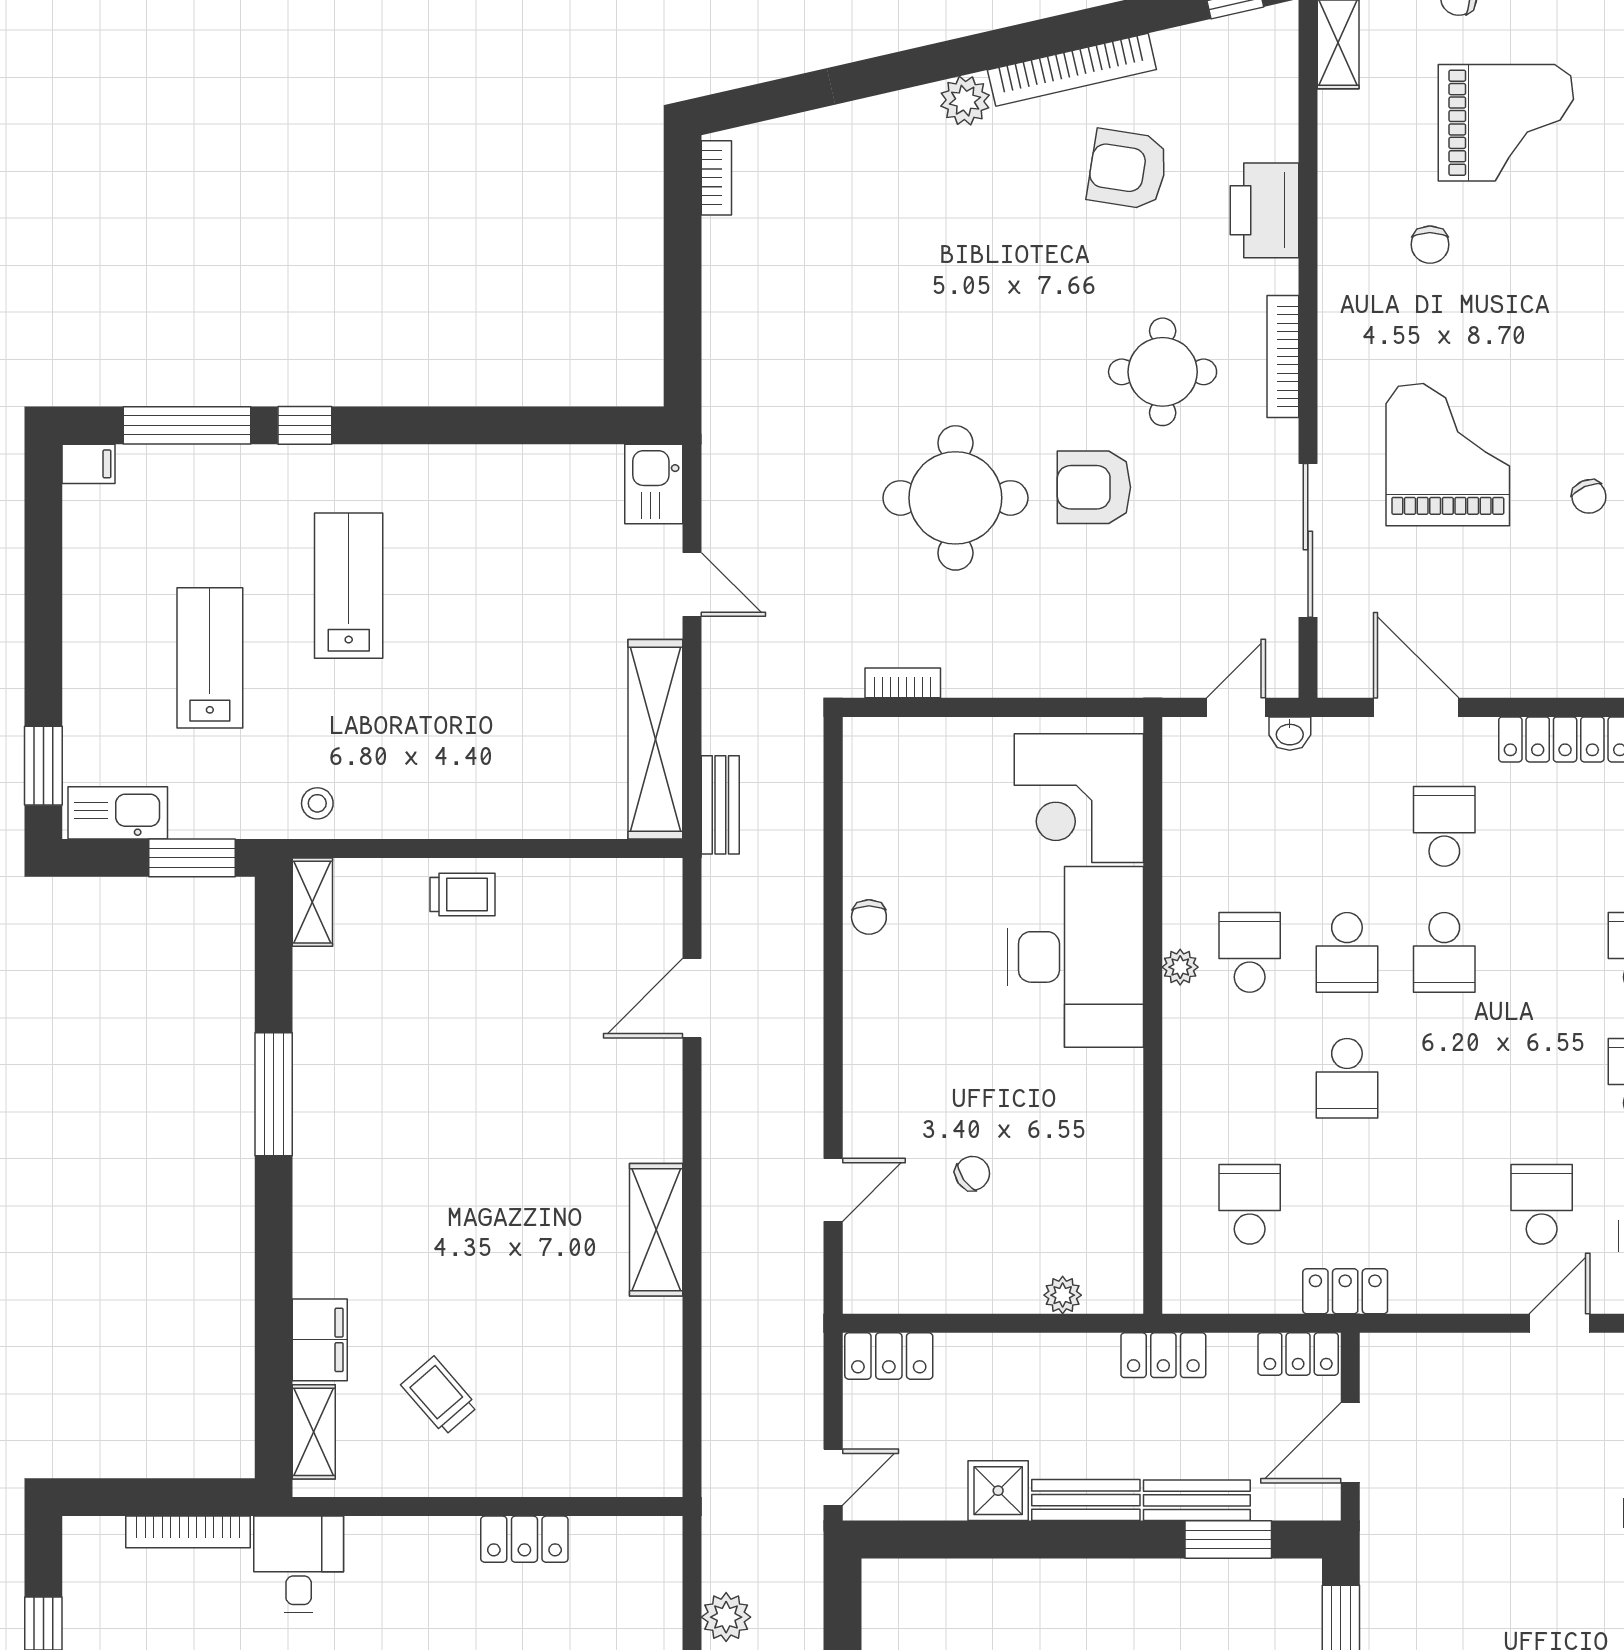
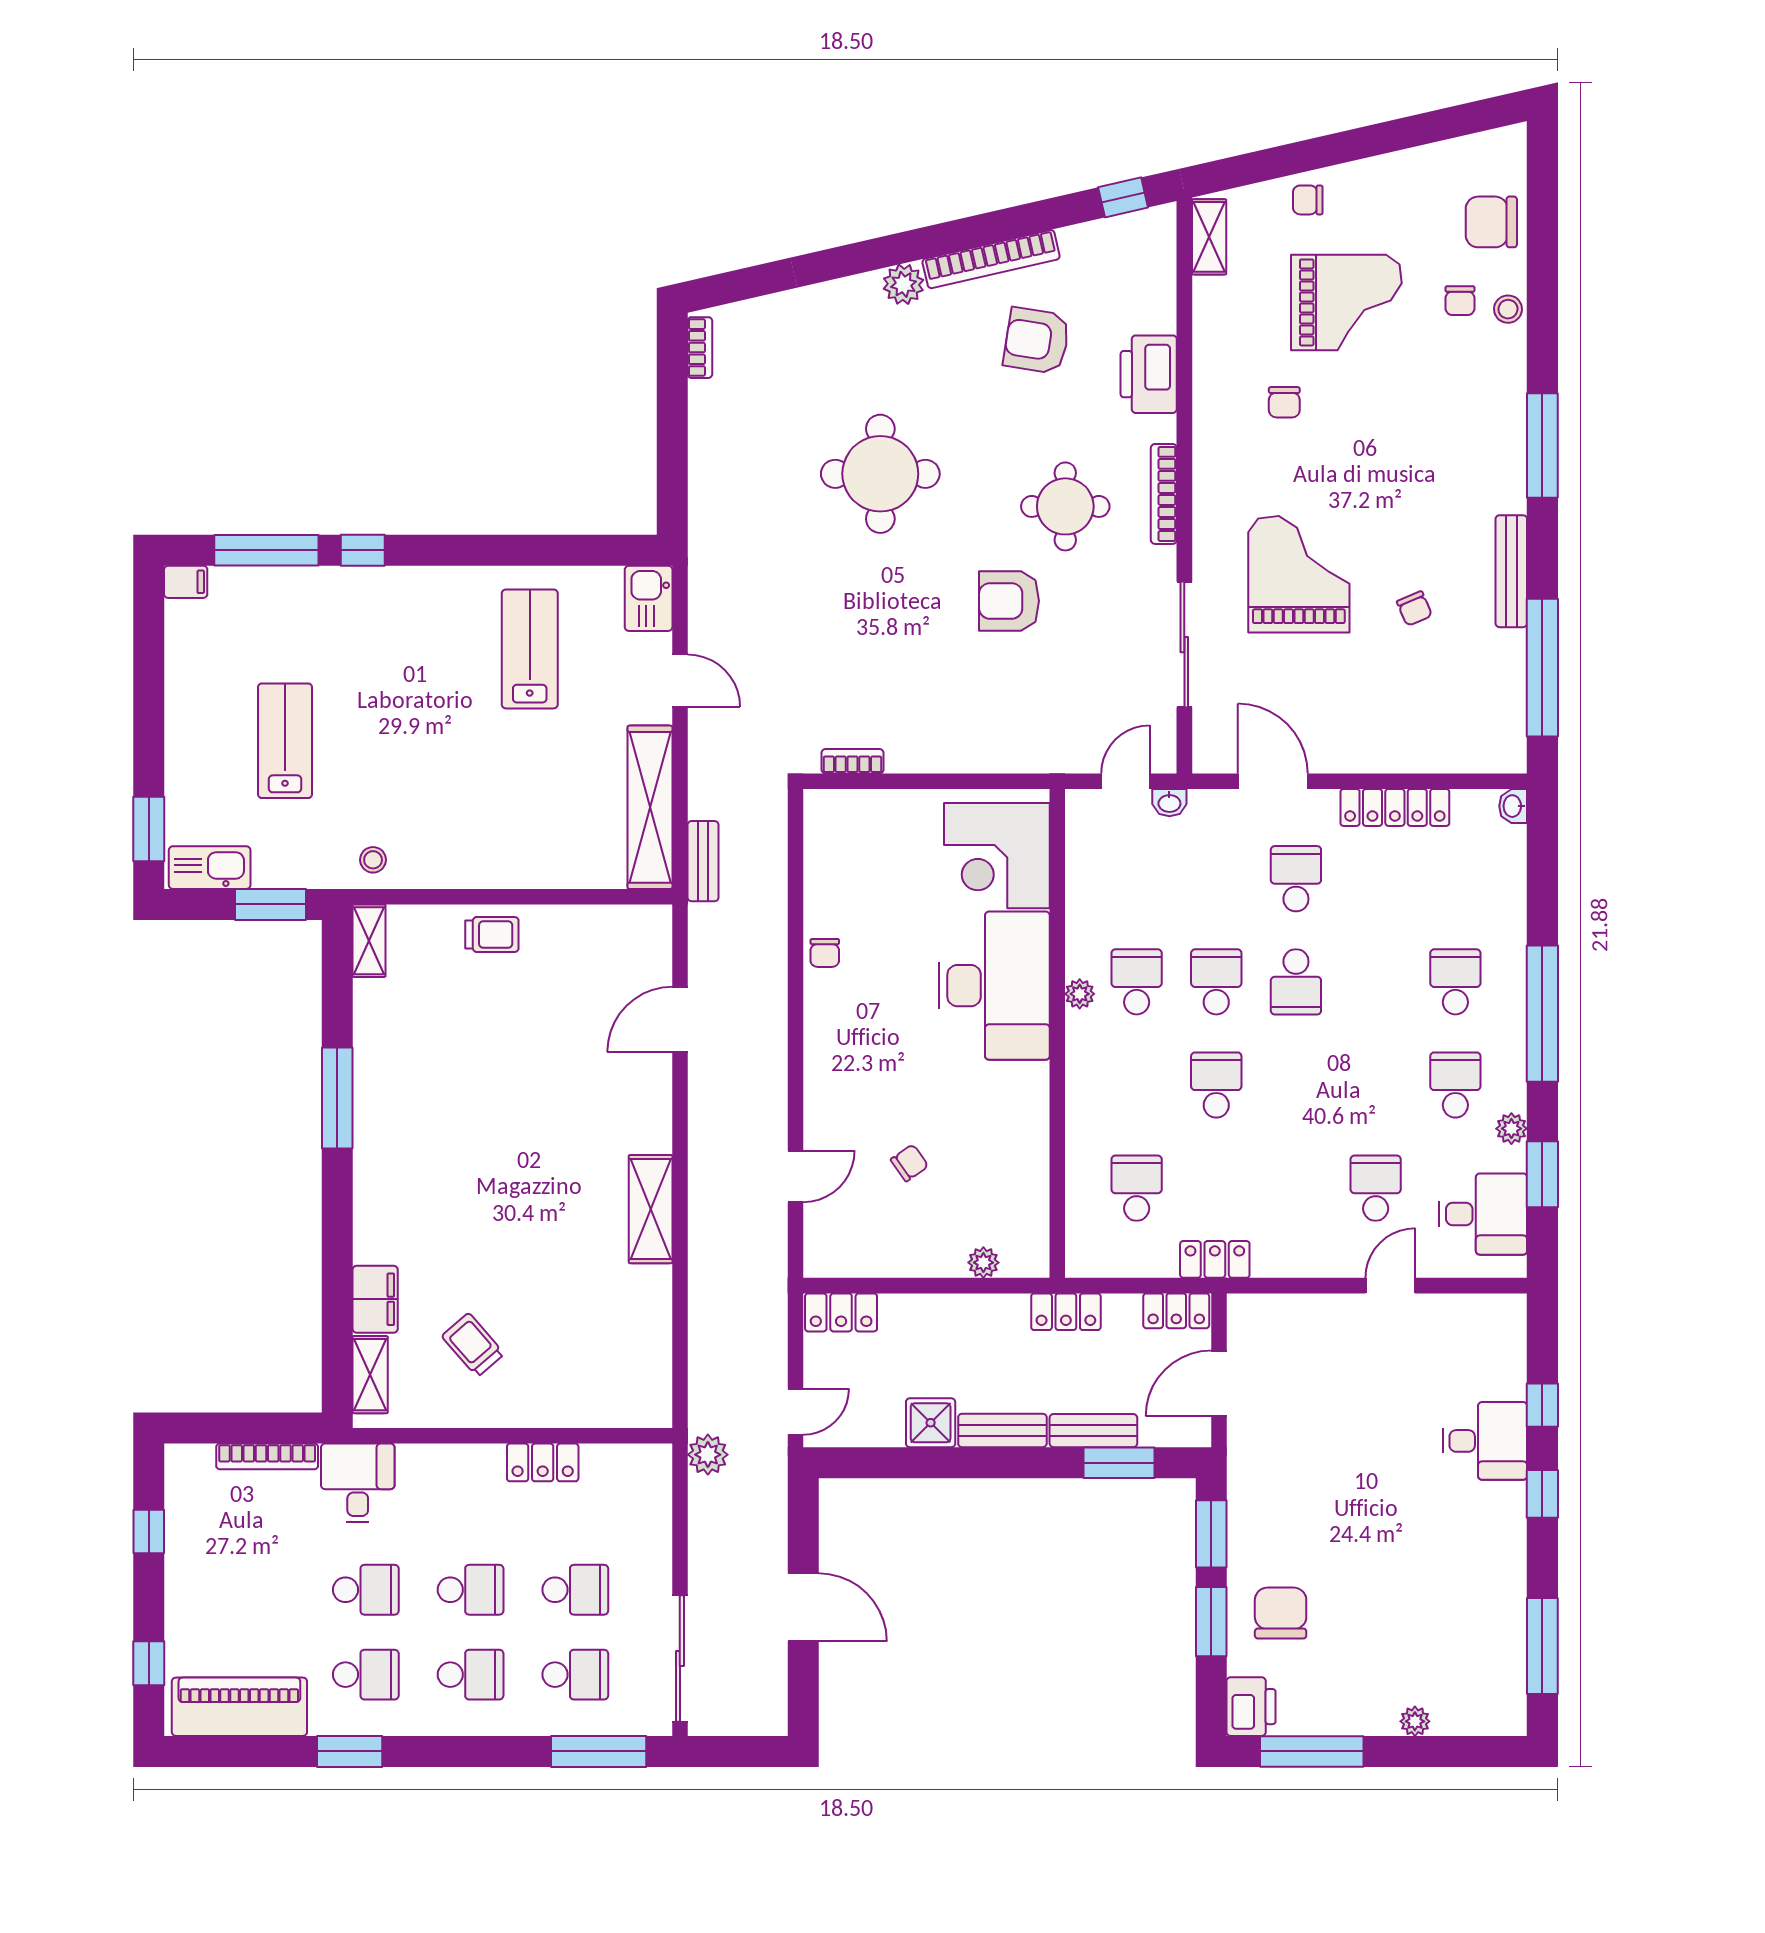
round table: (955, 498) -> (880, 474), moved
lab bench: (349, 586) -> (530, 649), moved
school desk: (1347, 952) -> (1216, 982), turned 180
school desk: (1347, 1078) -> (1216, 1085), turned 180
plant: (726, 1617) -> (708, 1455), moved

